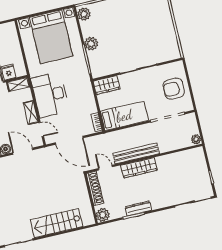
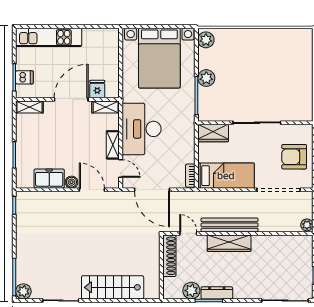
plant: (103, 215) -> (191, 291), moved

